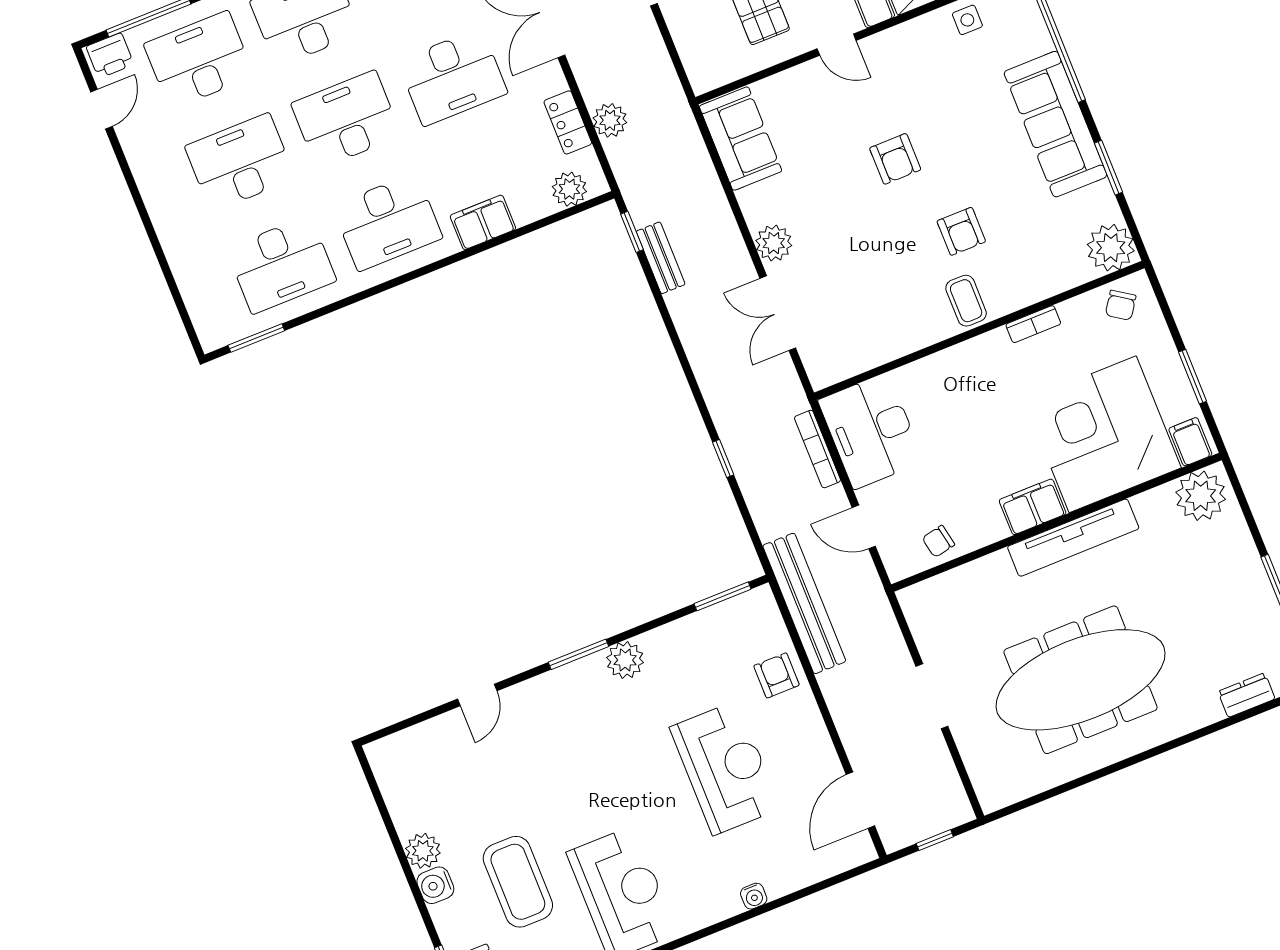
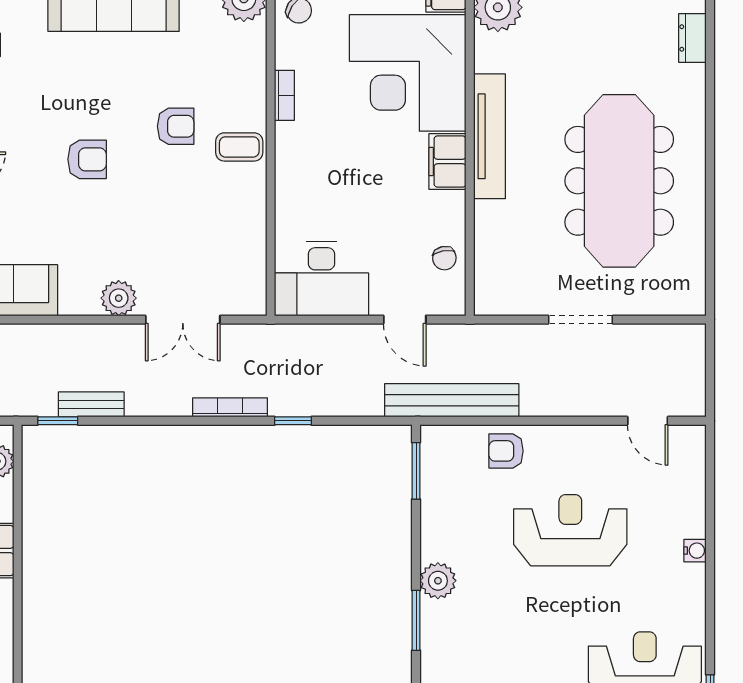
bookcase: (818, 449) -> (230, 407), moved, turned 180
door: (864, 527) -> (405, 320), hinge flipped
door: (860, 800) -> (648, 421), width x0.73
window: (935, 840) -> (710, 369), removed

